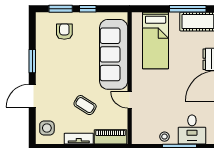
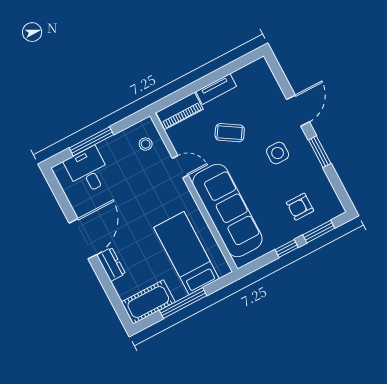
window: (188, 9) -> (183, 303), moved
armchair: (64, 32) -> (300, 207), turned 90
side table: (47, 128) -> (278, 153), moved
stool: (164, 137) -> (146, 144), moved

